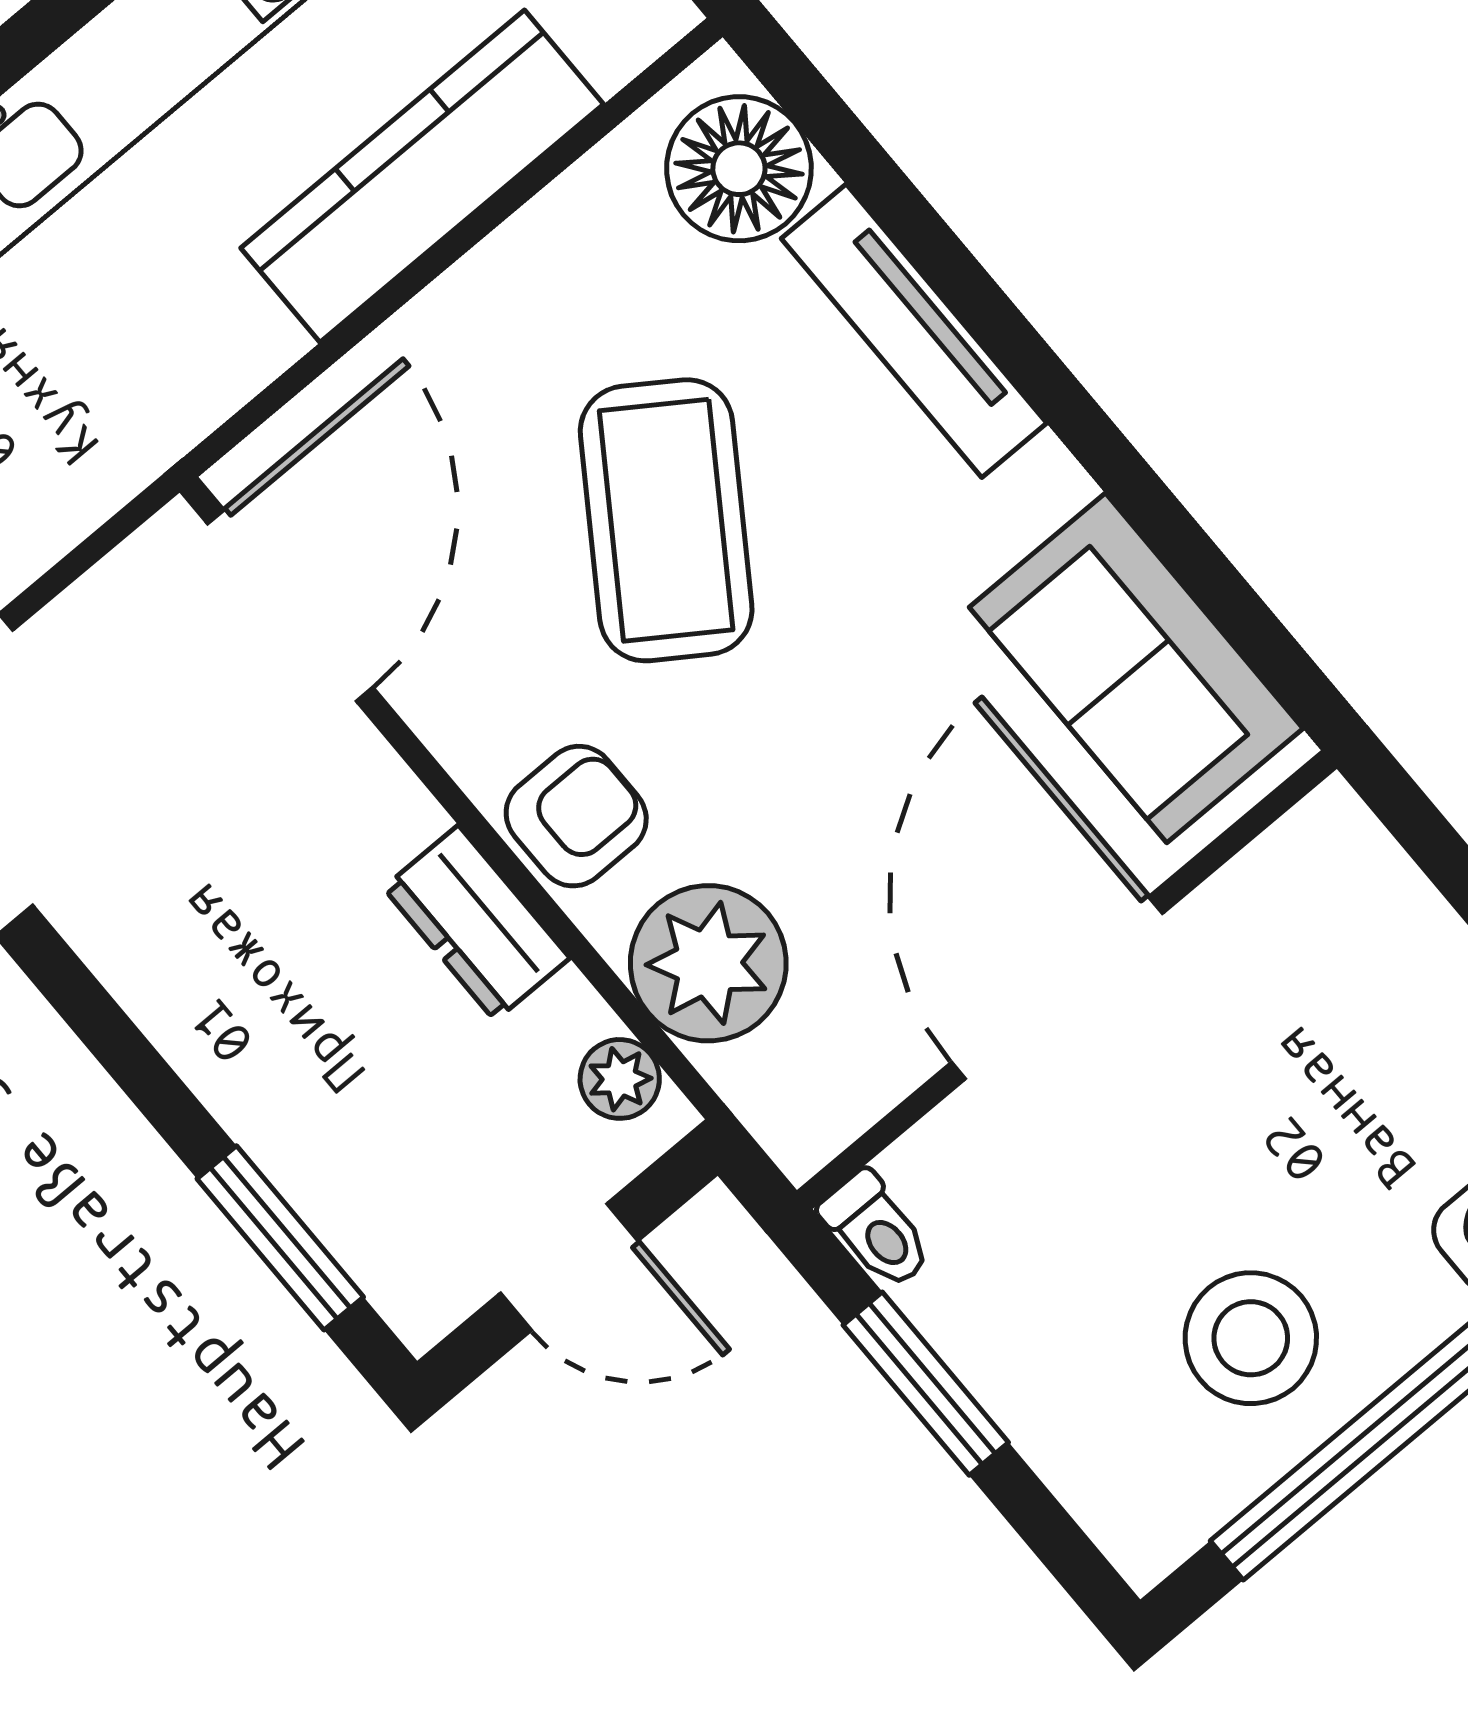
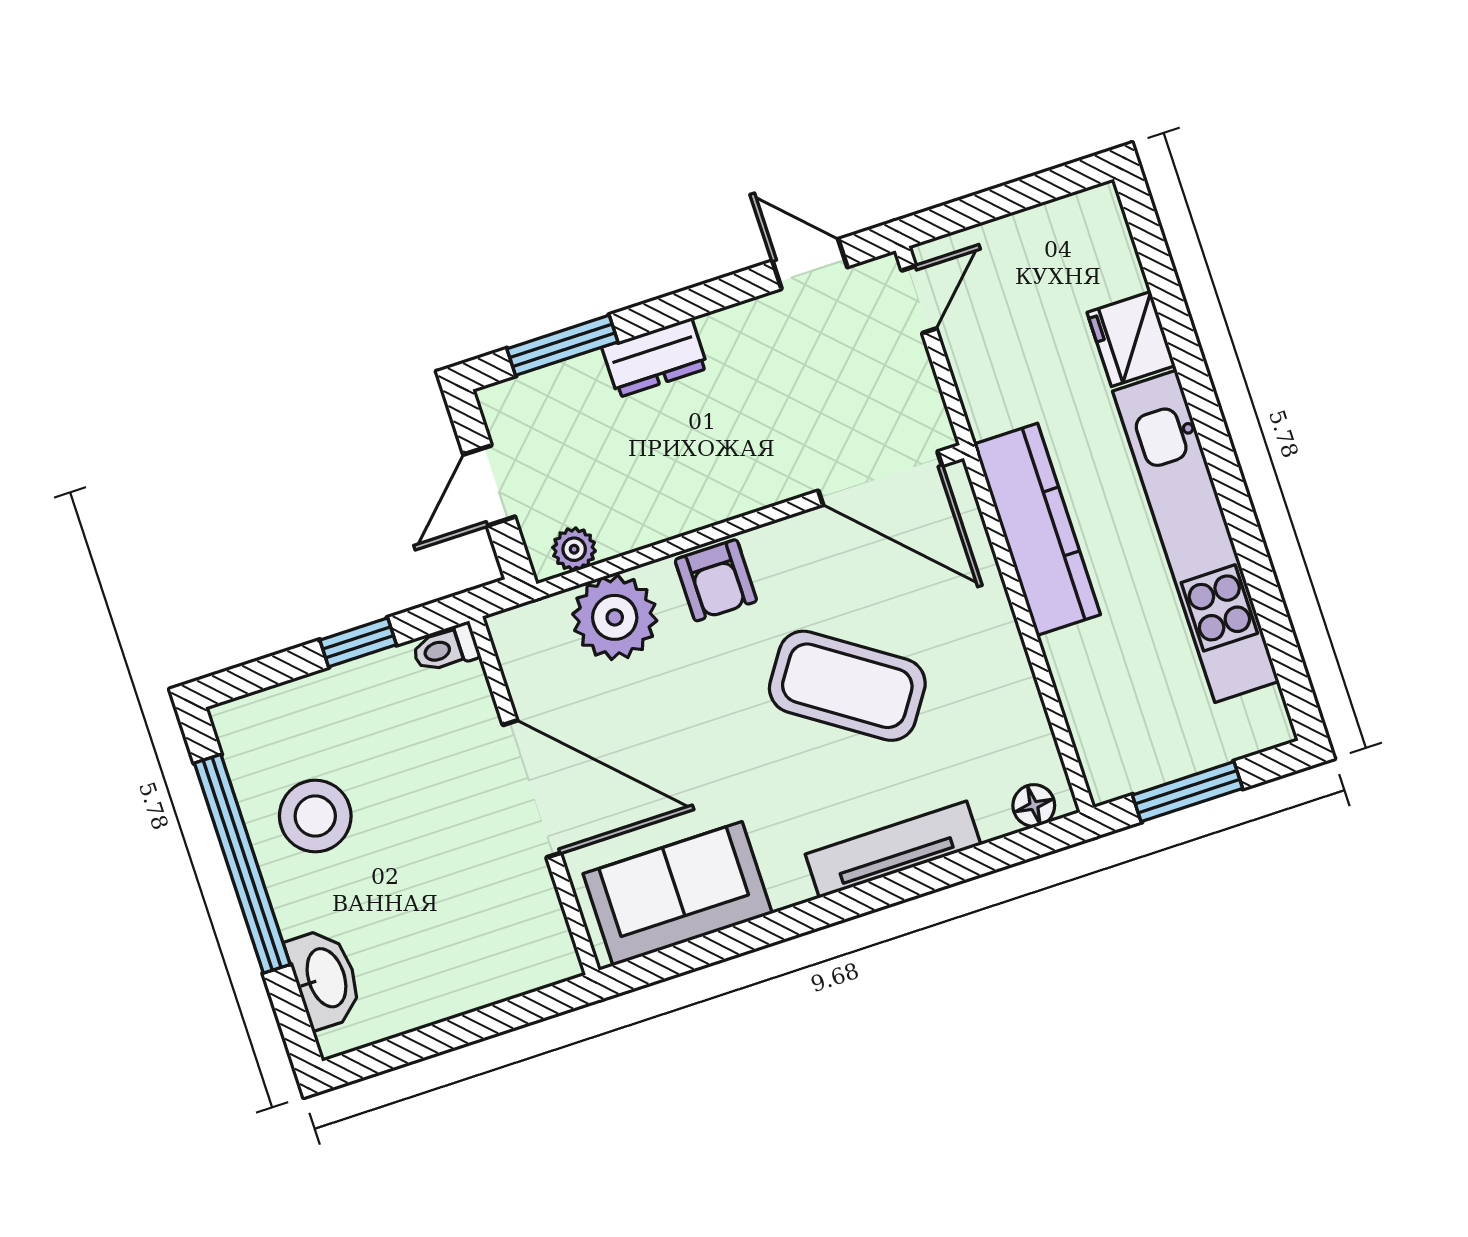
floor lamp: (739, 169) -> (1034, 805), width x0.53, depth x0.53
kitchen counter: (422, 176) -> (1037, 529), moved
dresser: (477, 923) -> (655, 358), moved, turned 180
window: (926, 1384) -> (358, 642), width x0.67

